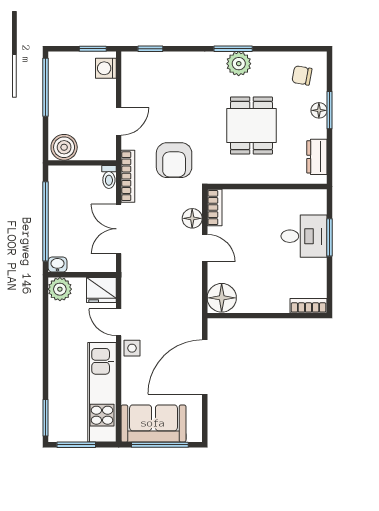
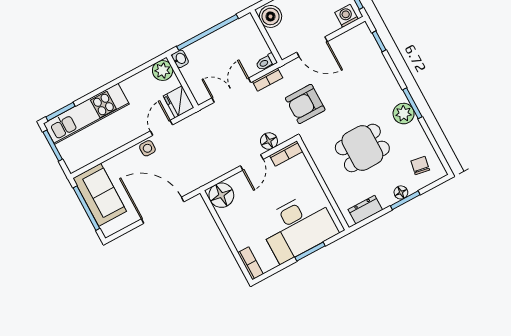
door: (119, 121) -> (312, 47), width x1.38
bookcase: (128, 176) -> (268, 80), width x0.64
desk: (304, 236) -> (298, 227), width x1.87, depth x1.30
kitchen unit: (102, 392) -> (86, 114), moved, turned 180

